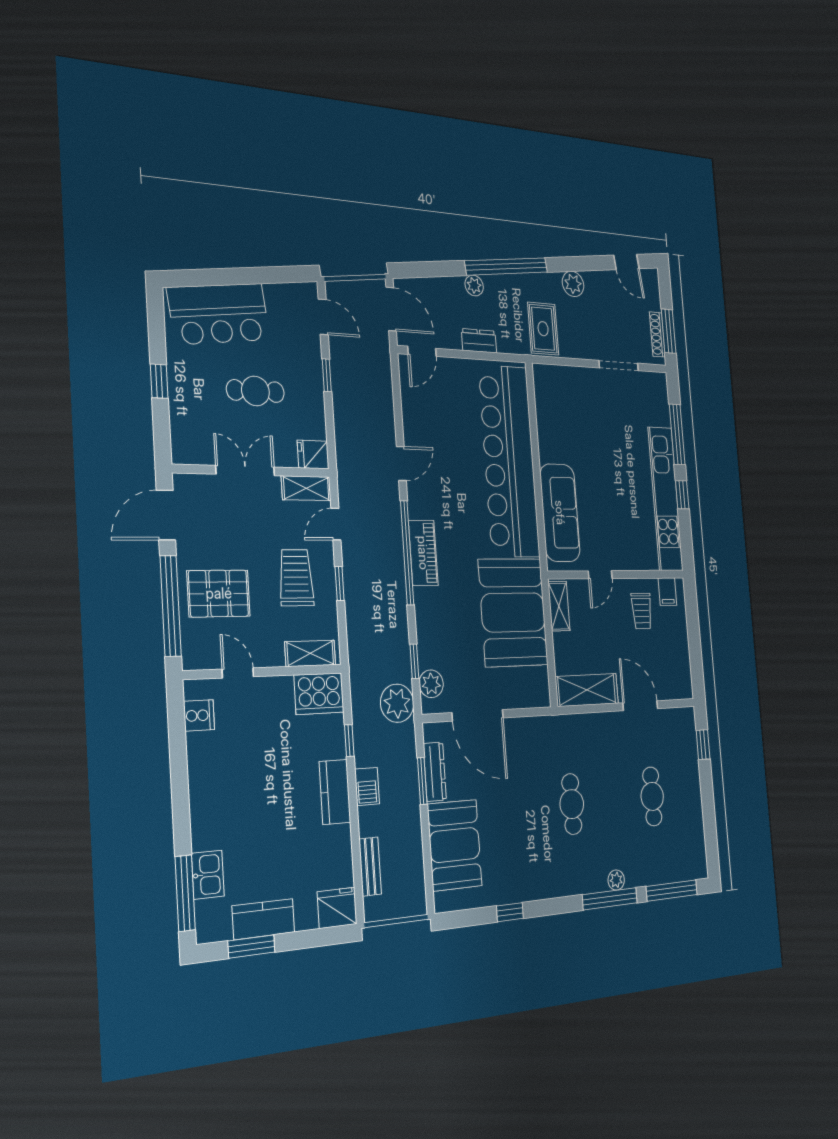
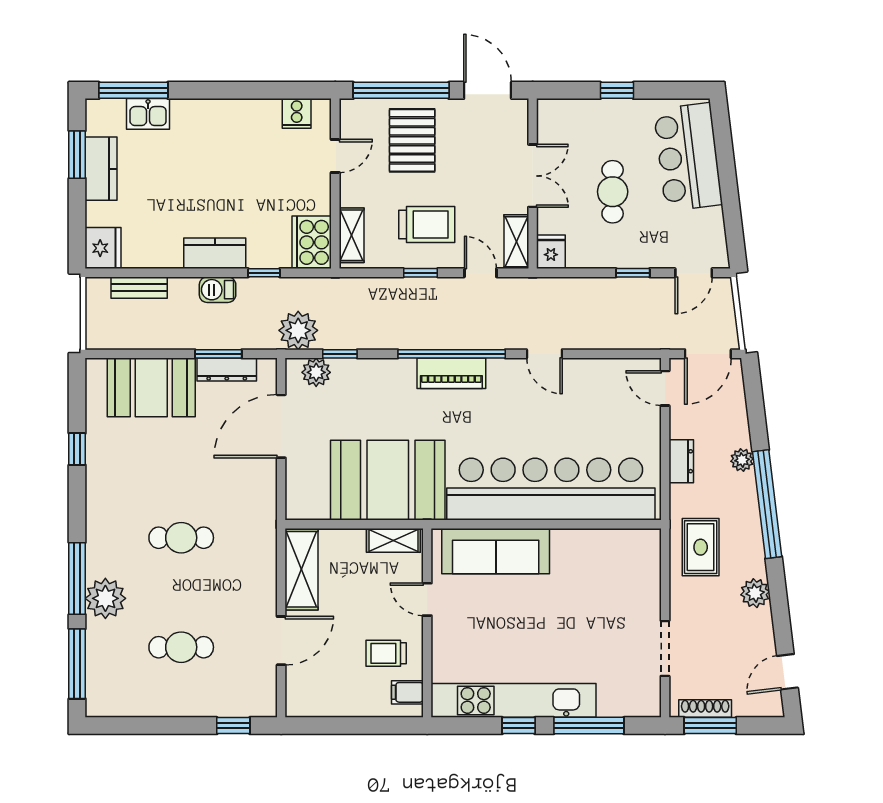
rug: (543, 329) -> (701, 547), turned 90
plant: (616, 880) -> (105, 598), width x1.88, depth x1.88

